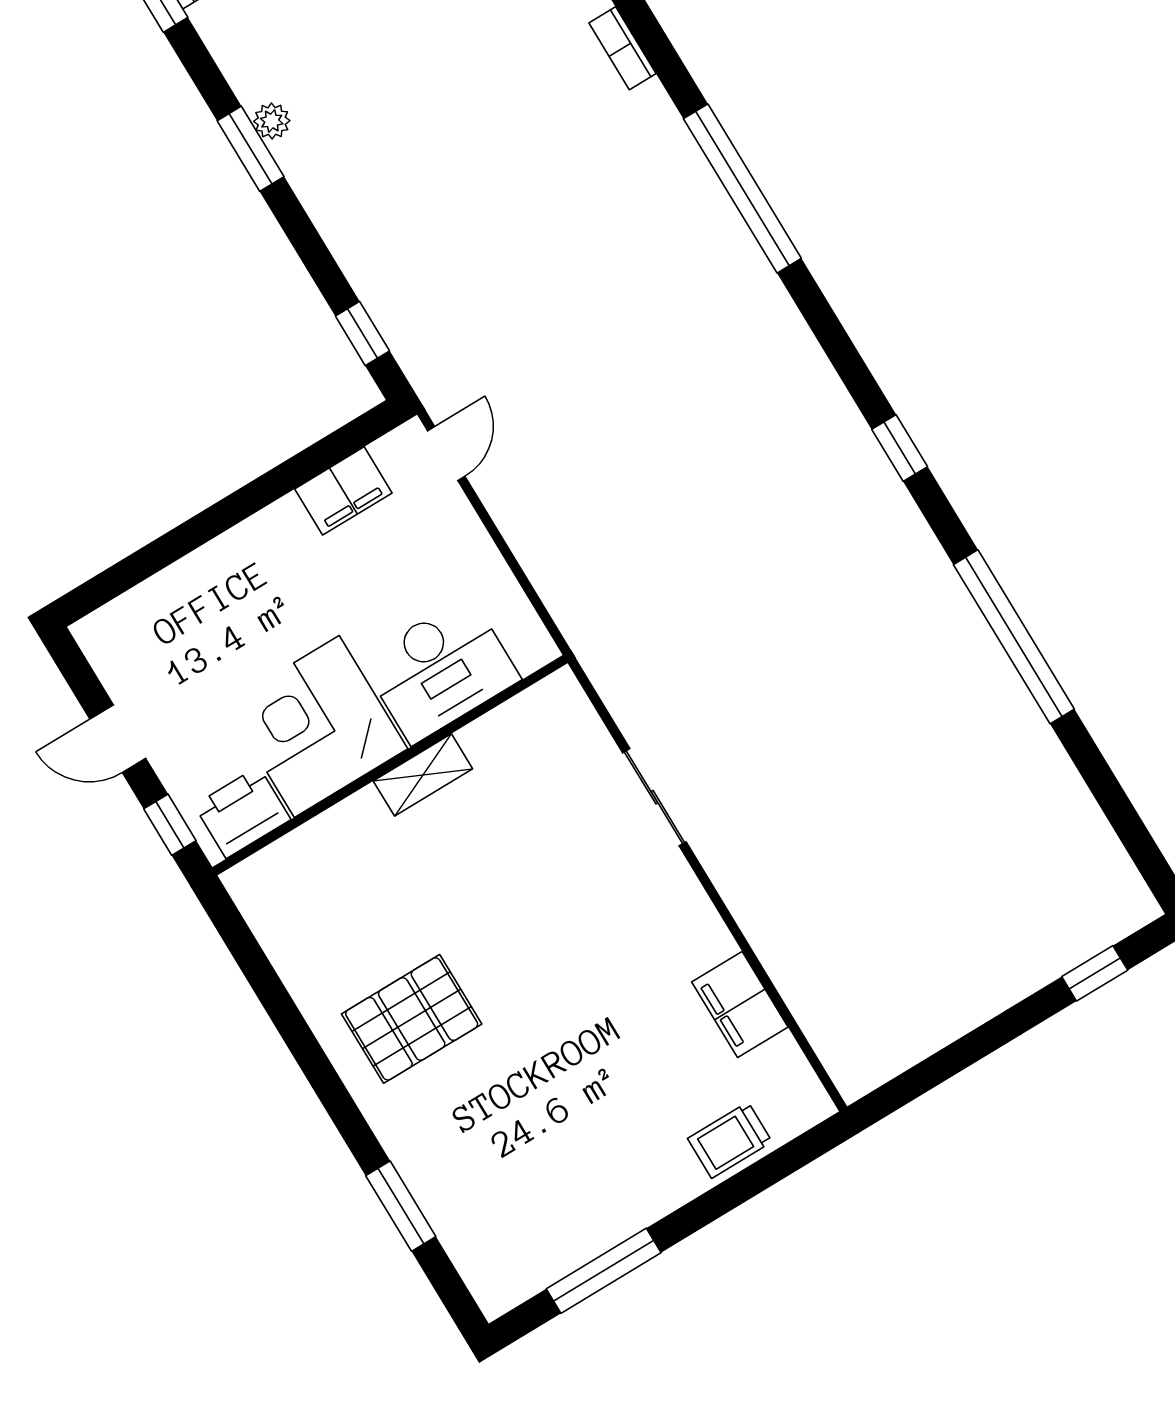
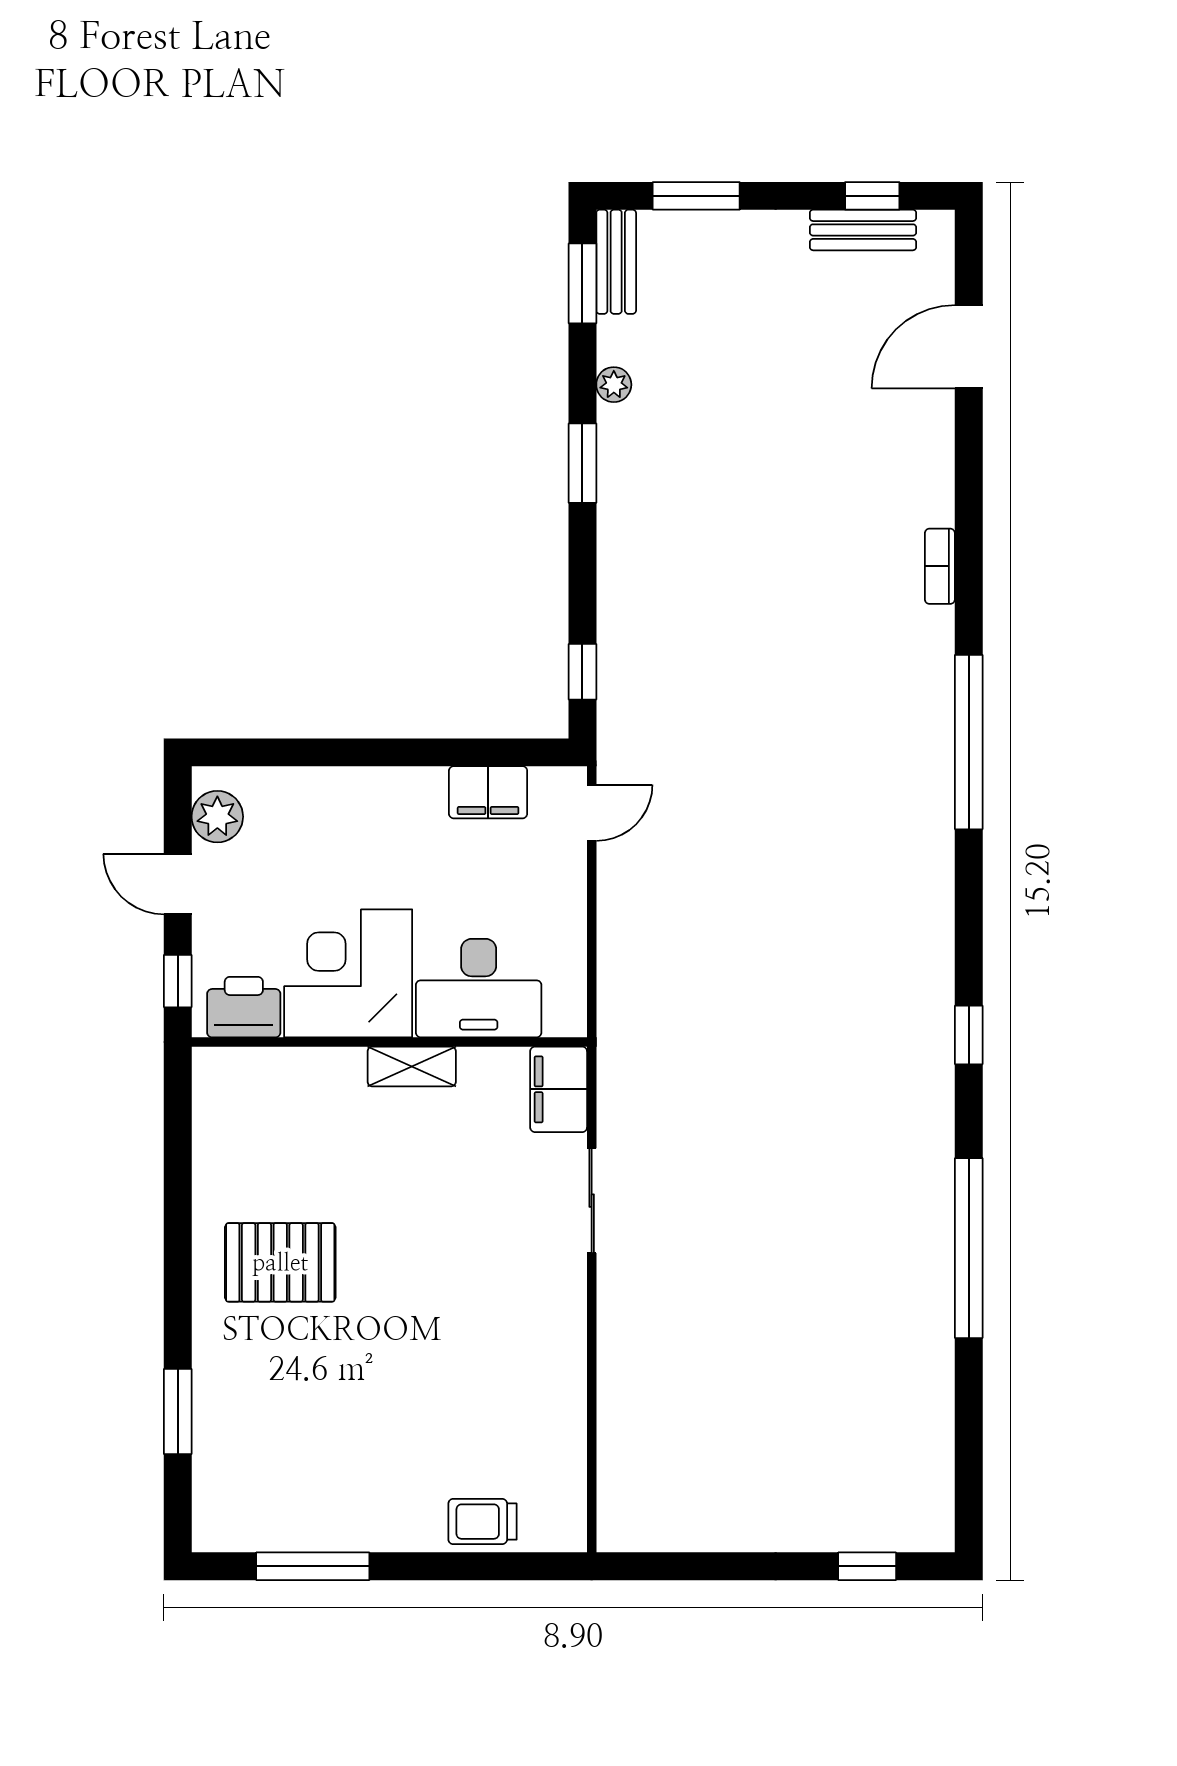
plant: (272, 121) -> (614, 385), moved
plant: (117, 658) -> (217, 817), added
filing cabinet: (740, 1004) -> (559, 1089), moved

